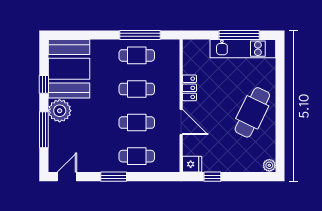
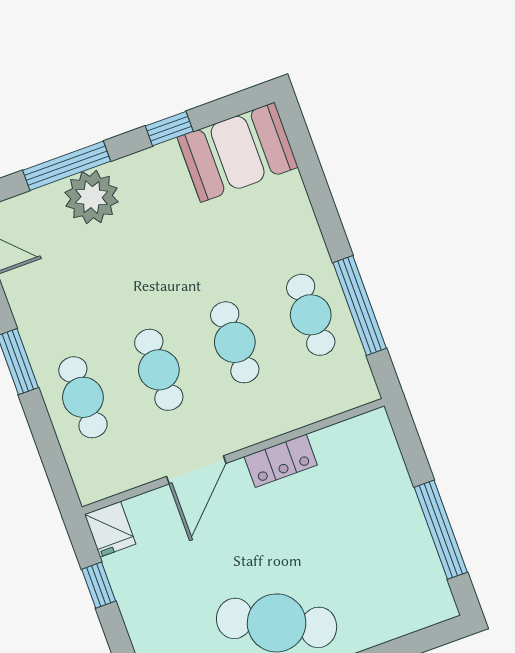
kitchen unit: (243, 49) -> (413, 549), removed
booth: (69, 69) -> (238, 152), width x0.73, depth x0.70
plant: (60, 111) -> (92, 197), moved

